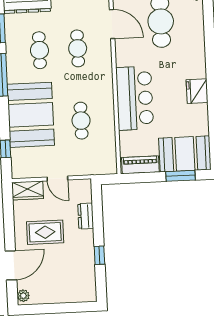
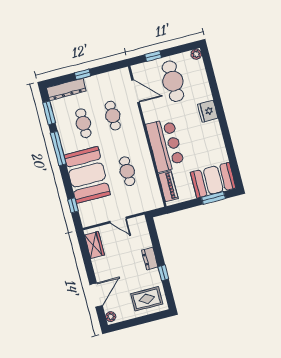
fridge: (197, 91) -> (208, 111), moved
piano: (140, 165) -> (168, 186), moved, turned 90
wardrobe: (28, 190) -> (94, 245), moved, turned -90
dresser: (86, 216) -> (150, 259), moved
rug: (45, 232) -> (147, 299), moved

